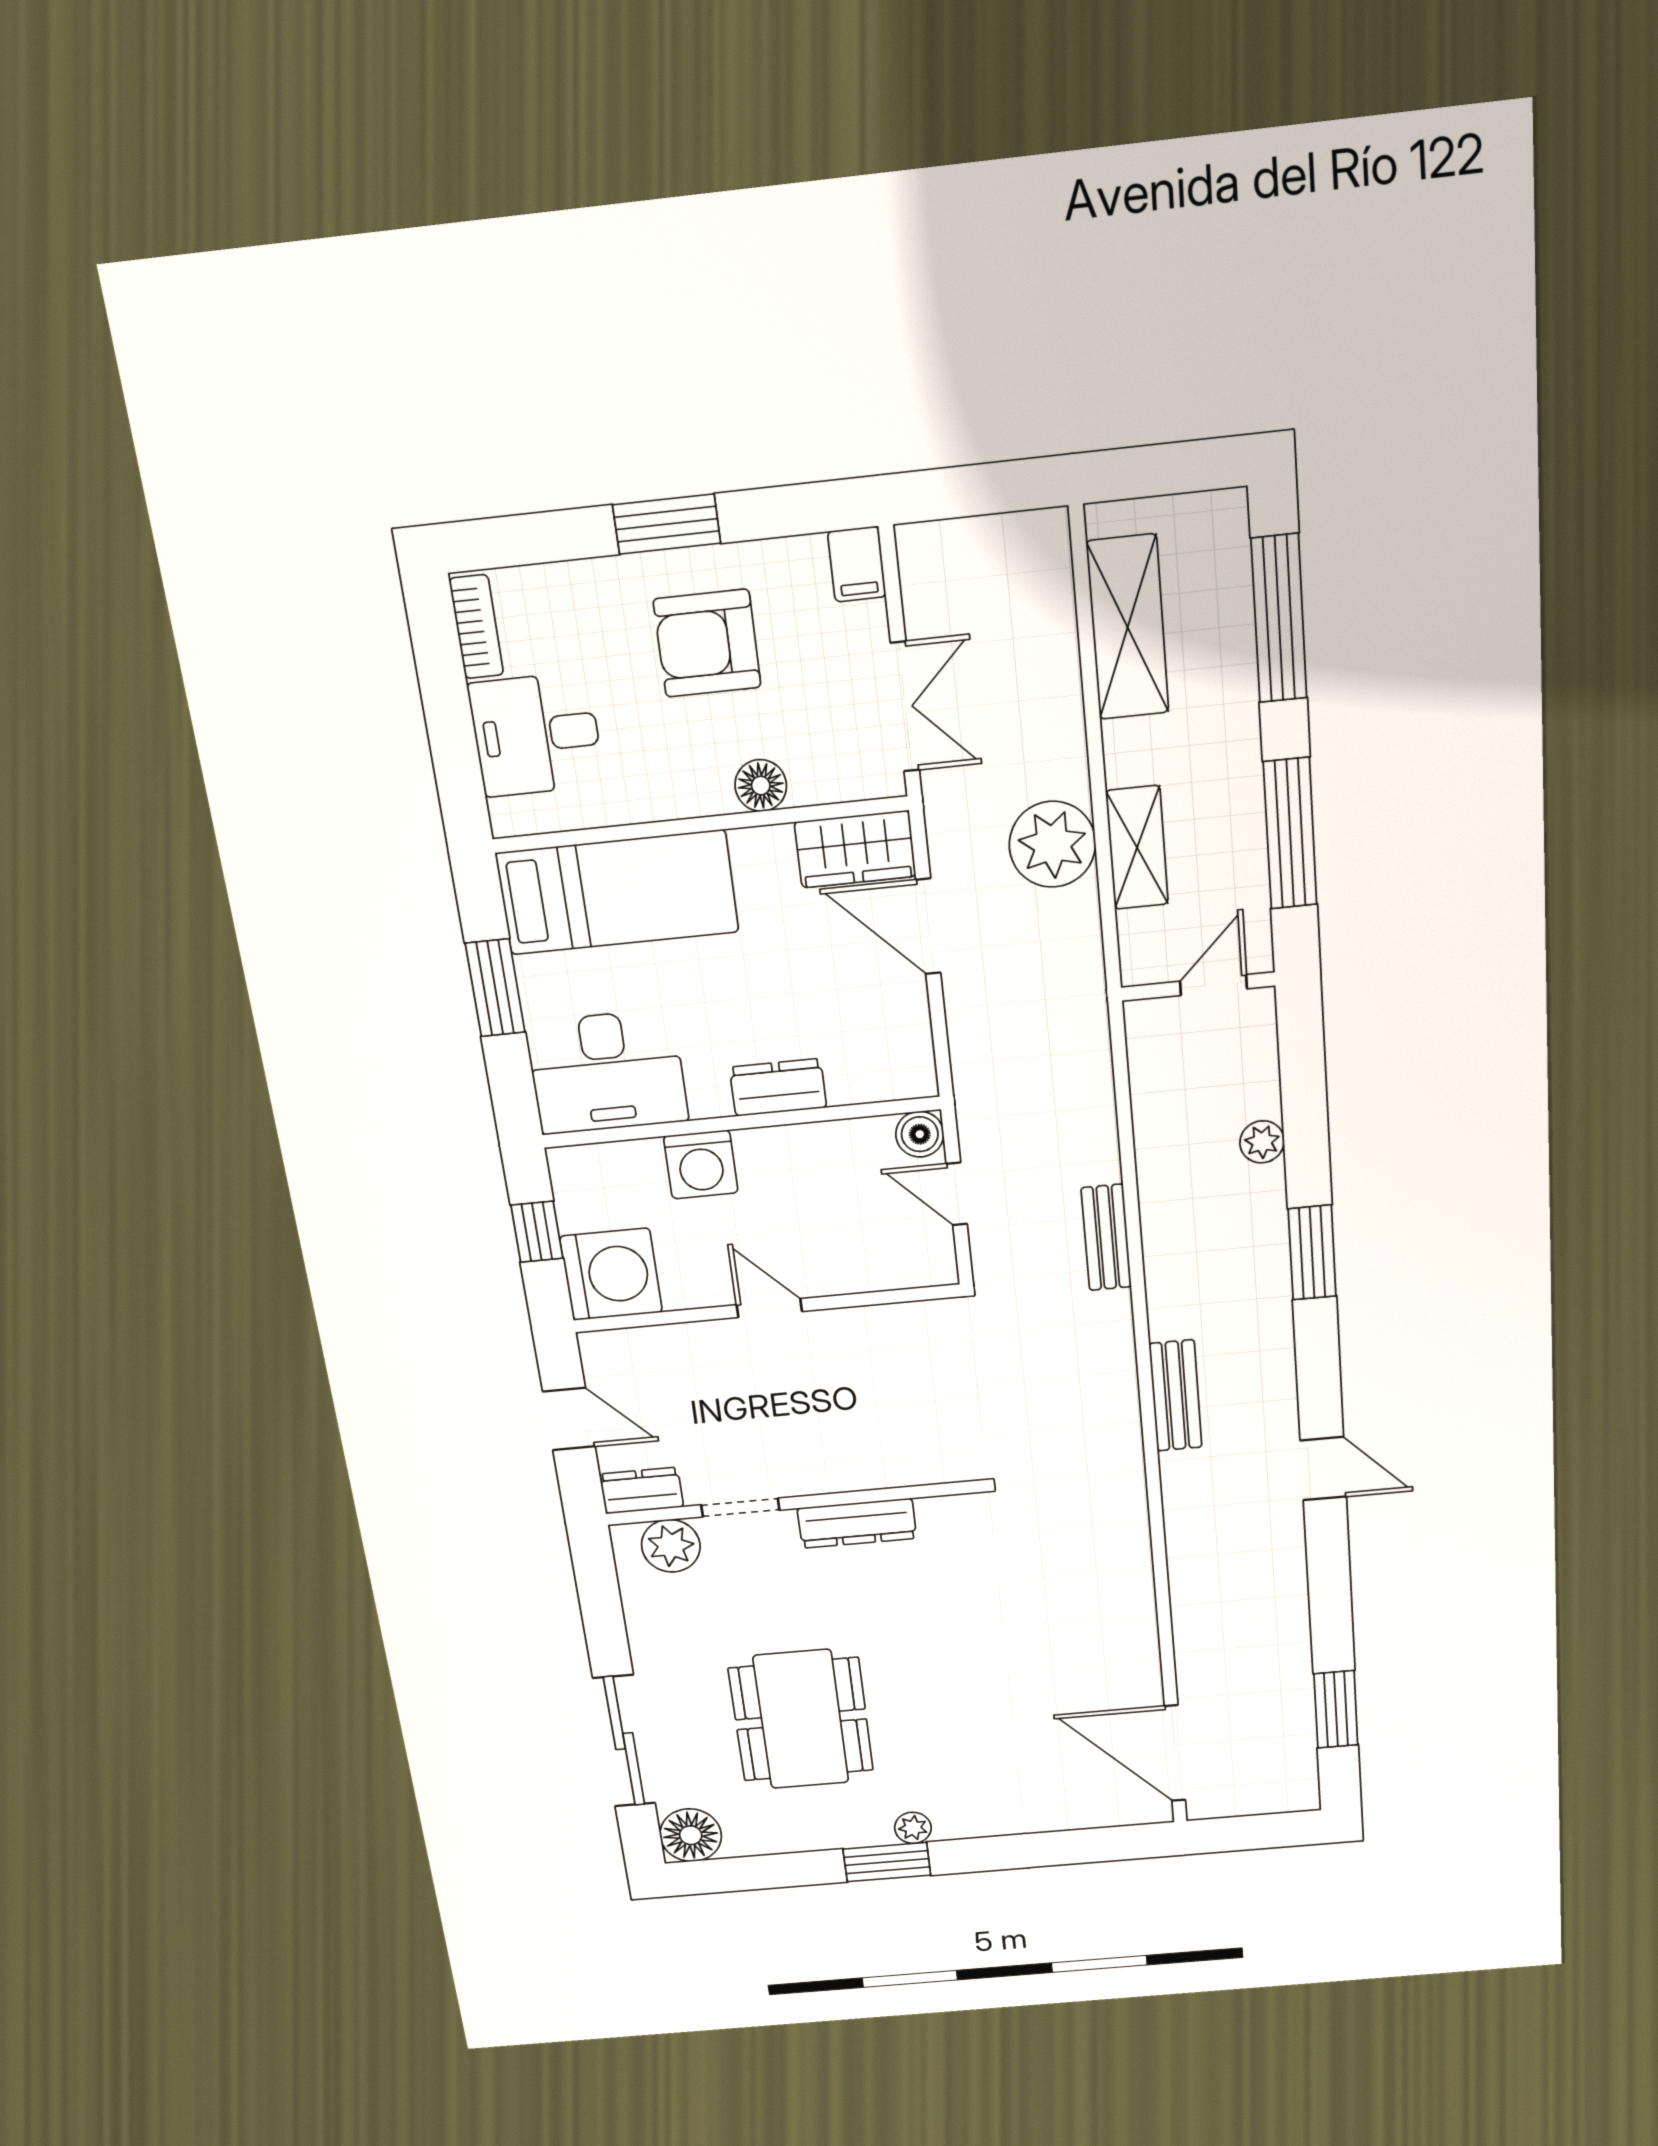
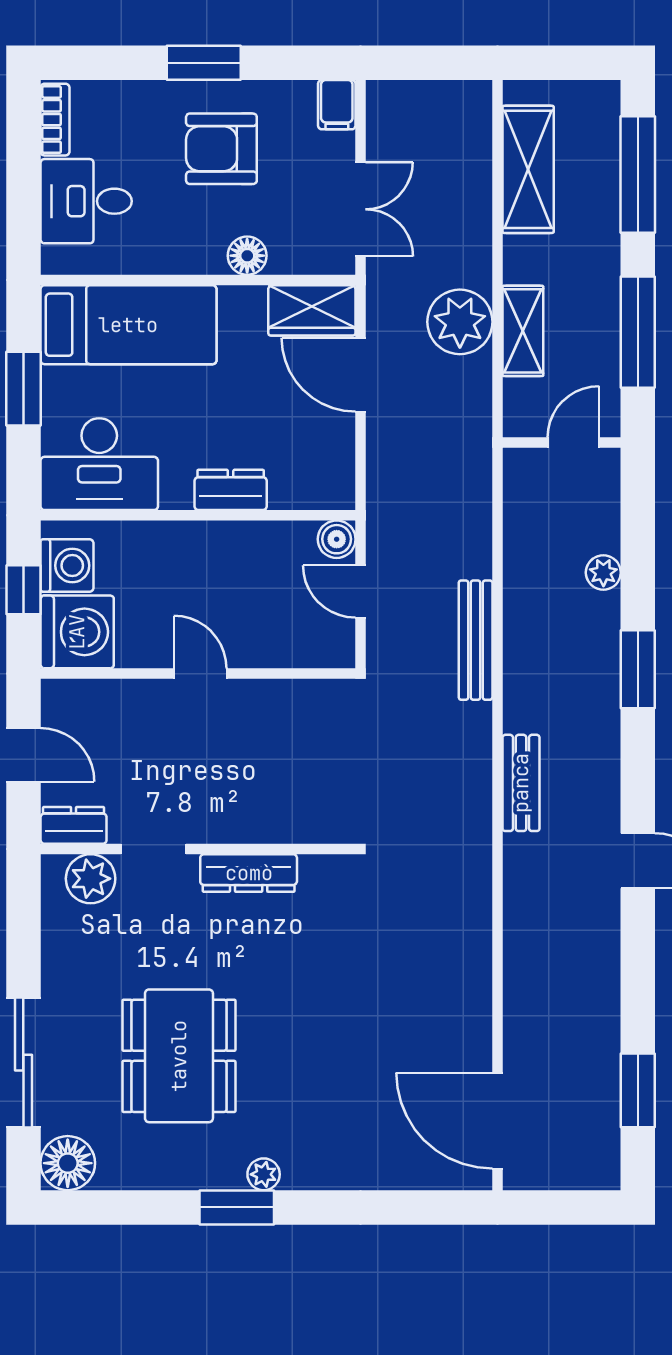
washing machine: (701, 1165) -> (67, 566), moved, turned -90
bench: (1106, 1237) -> (476, 640), width x1.36

